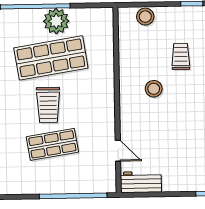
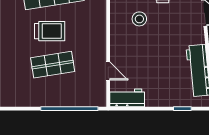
trolley: (48, 105) -> (50, 31), turned -90

